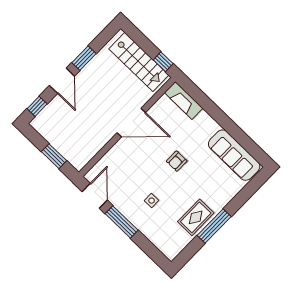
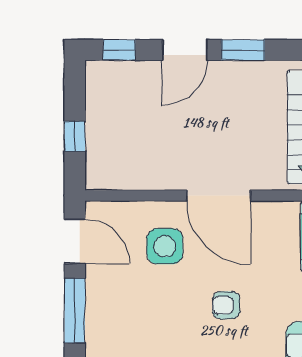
window: (54, 156) -> (75, 136), width x0.67
door: (95, 196) -> (75, 241), hinge flipped
side table: (152, 201) -> (165, 246), moved, width x1.87, depth x1.87

